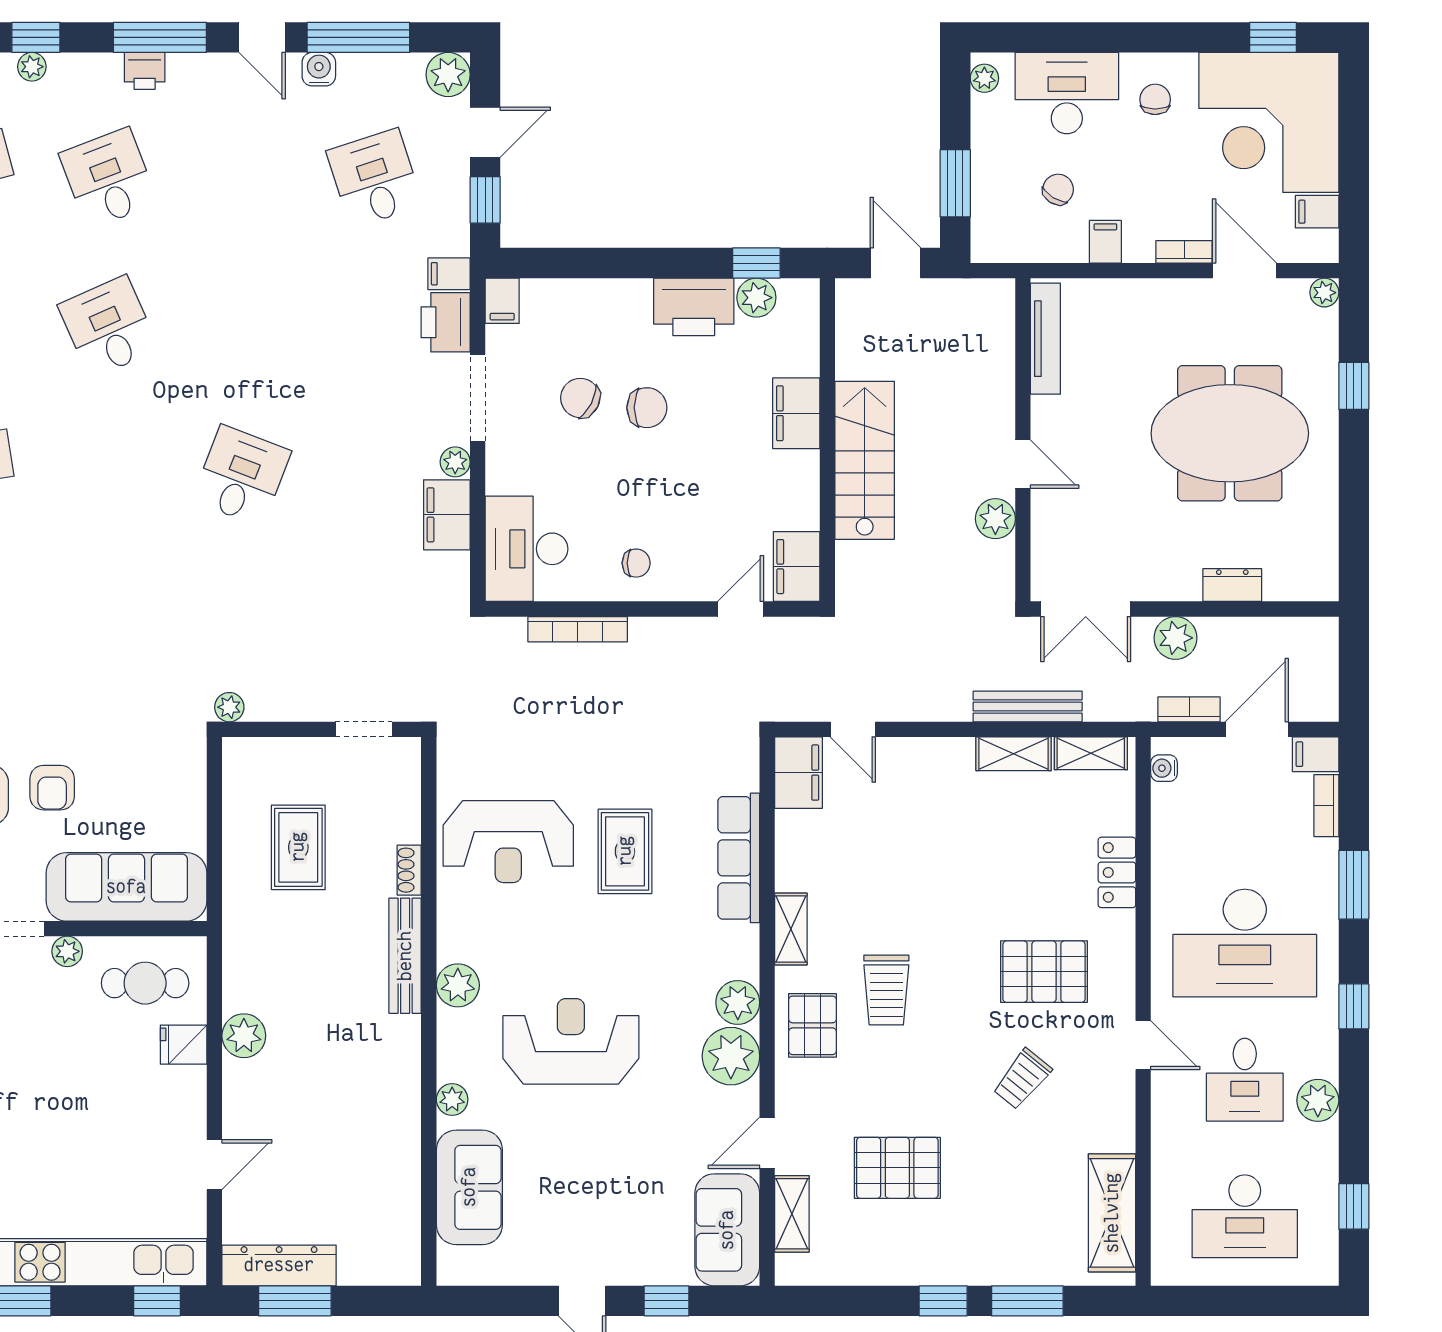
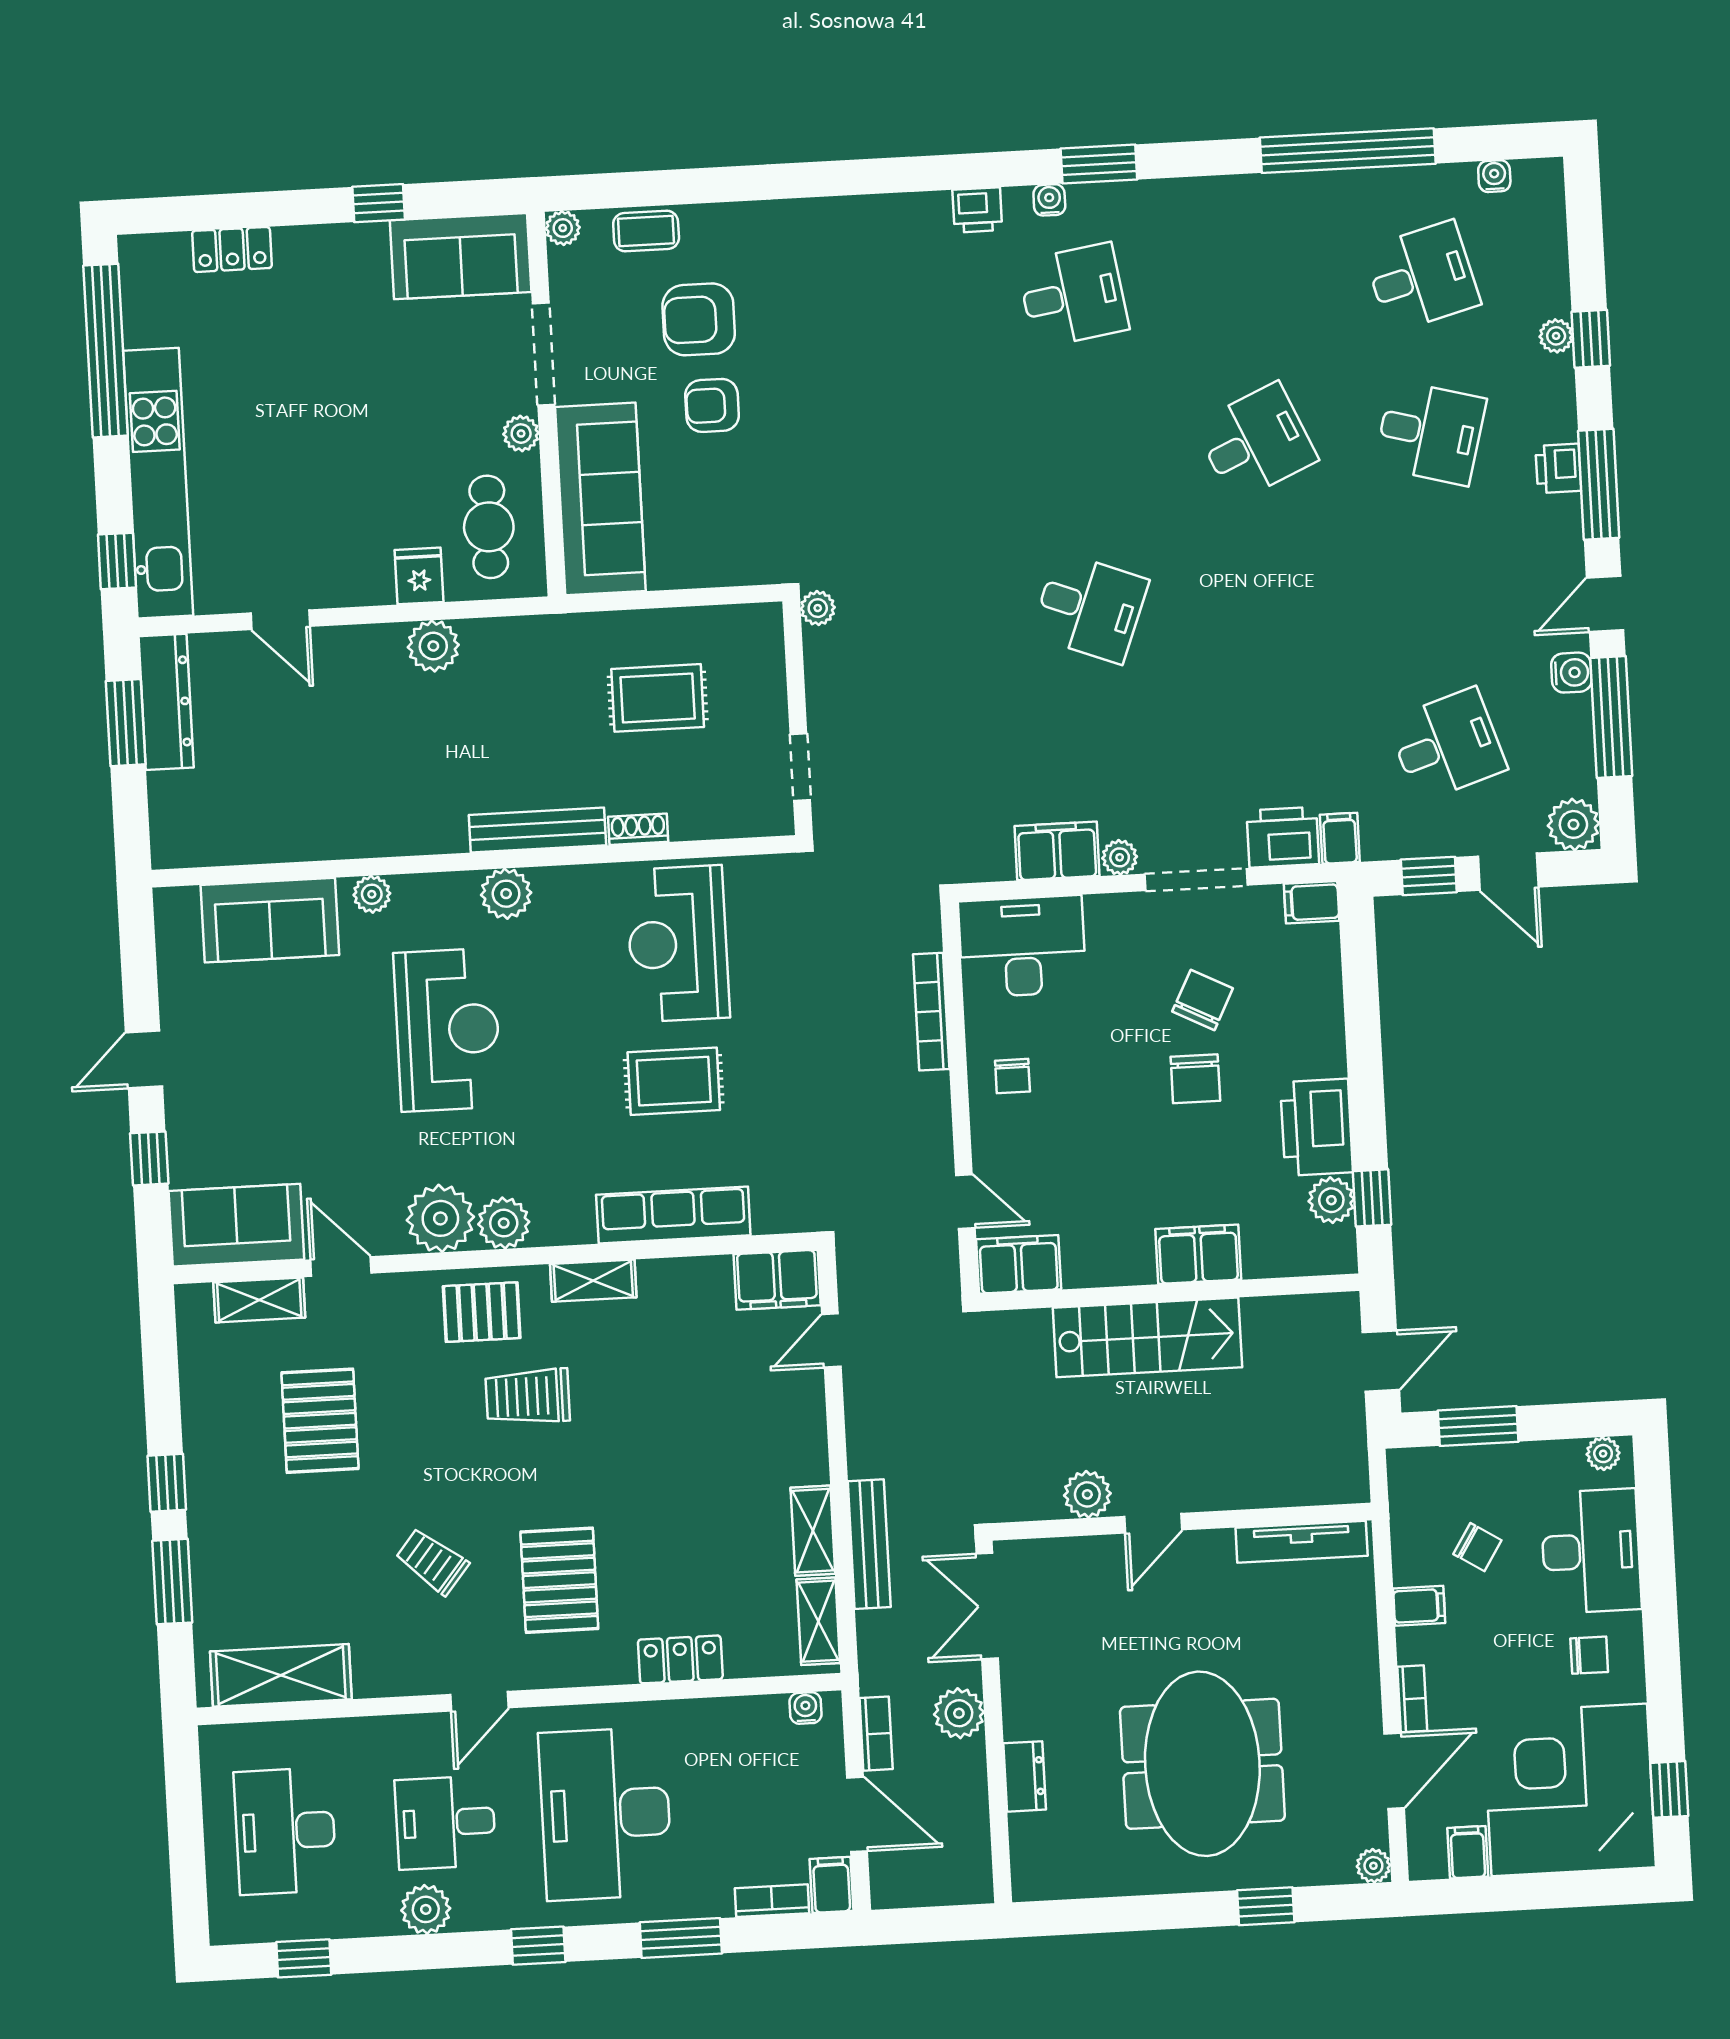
desk: (108, 178) -> (1430, 433), turned 36

